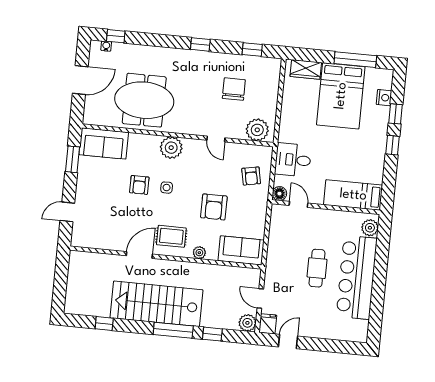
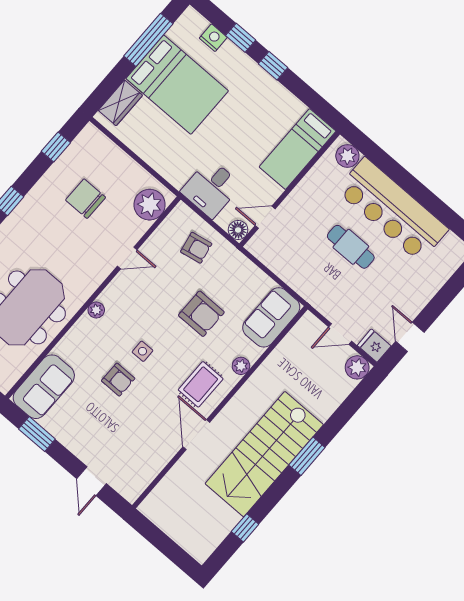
plant: (171, 148) -> (96, 310), width x0.53, depth x0.53
window: (173, 330) -> (307, 456), width x0.69
window: (212, 334) -> (342, 415), removed

